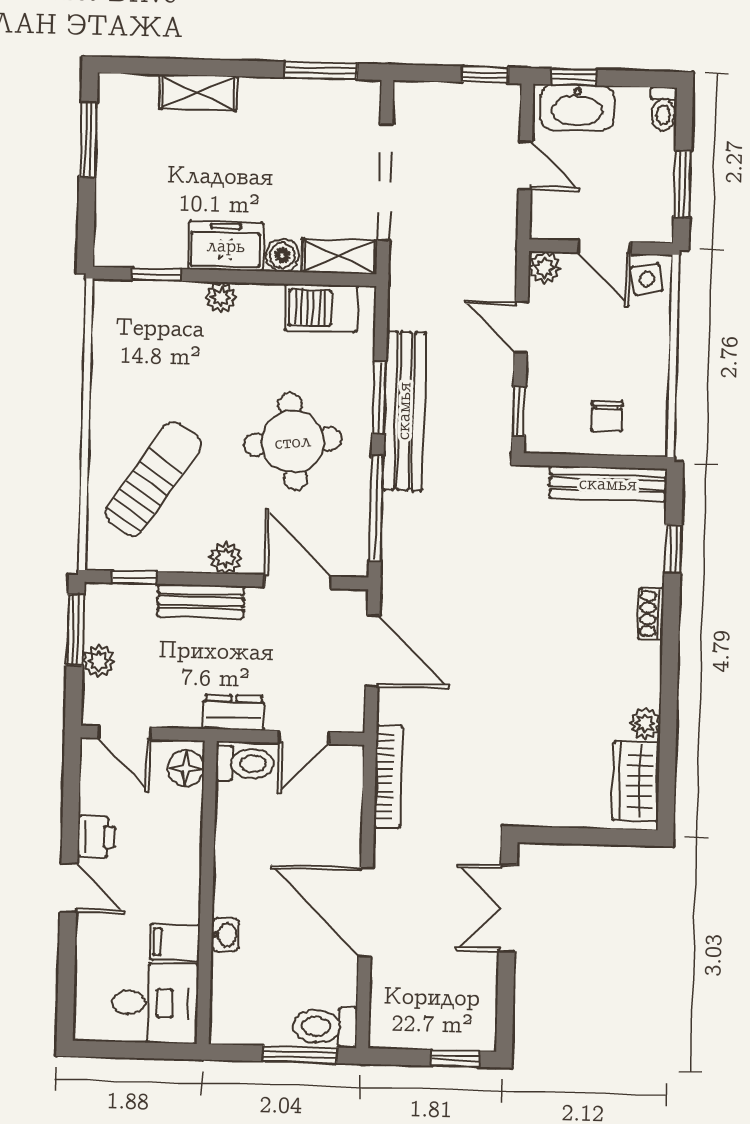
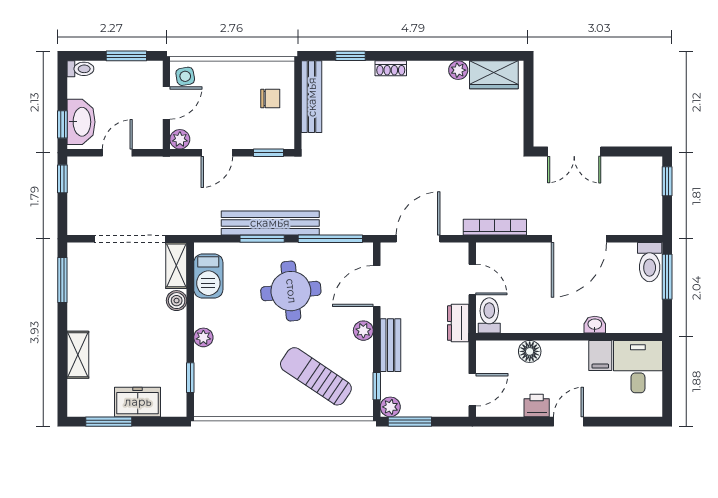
freezer: (226, 246) -> (138, 402), moved, turned 90
plant: (99, 661) -> (390, 407), moved
floor lamp: (186, 768) -> (530, 351), moved

